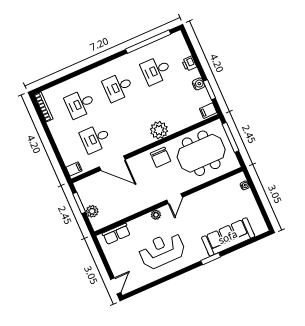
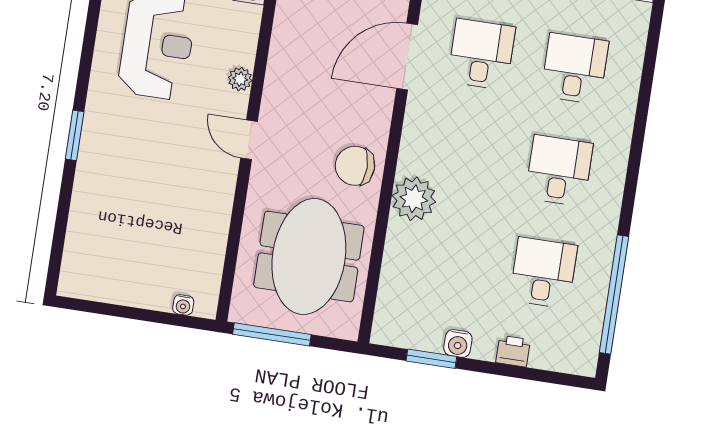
filing cabinet: (208, 111) -> (389, 328), removed
window: (230, 137) -> (272, 334), moved
sofa: (228, 237) -> (97, 201), removed

